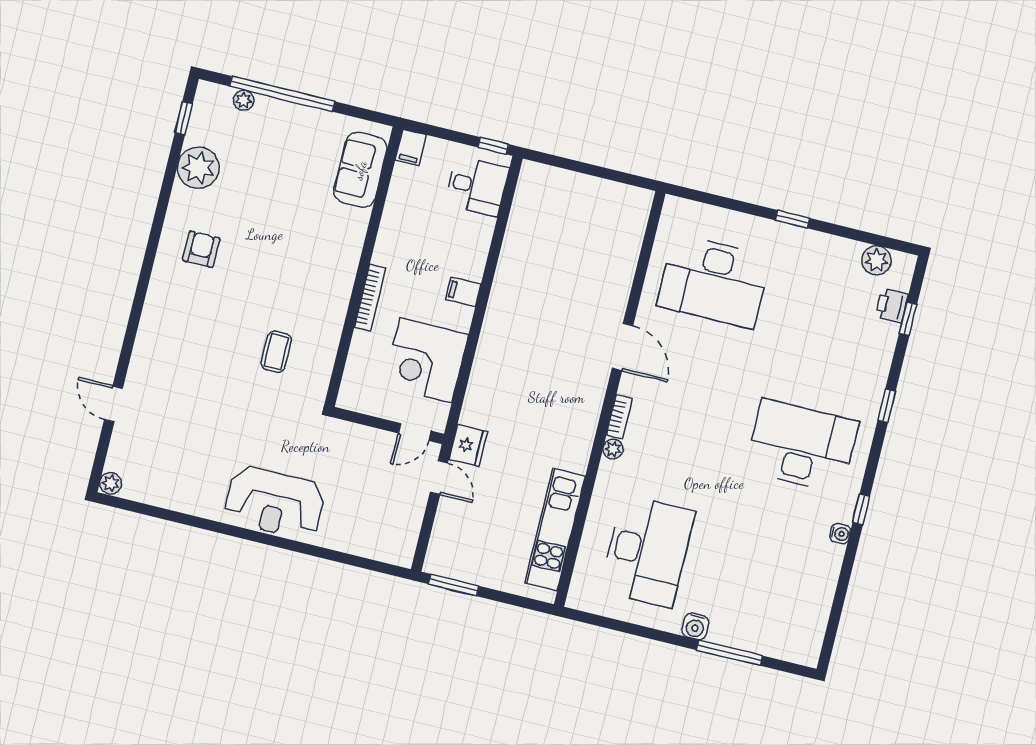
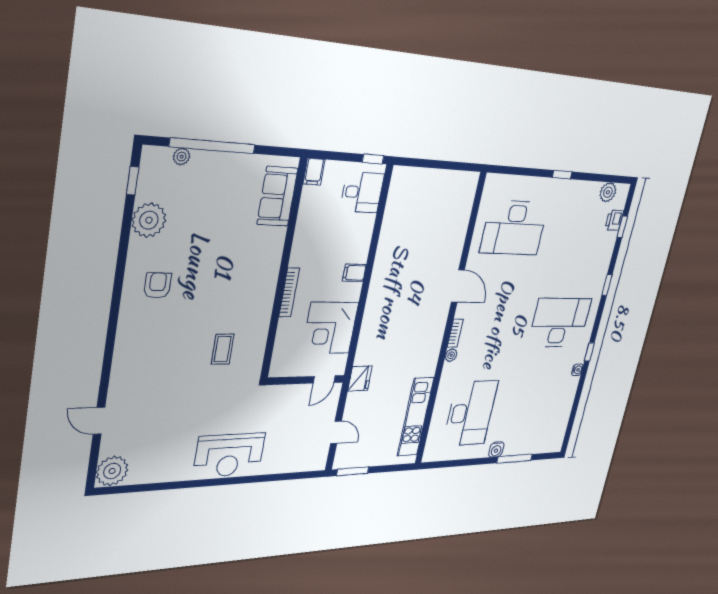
door: (439, 478) -> (336, 432), moved
plant: (111, 483) -> (112, 471), width x1.87, depth x1.87

